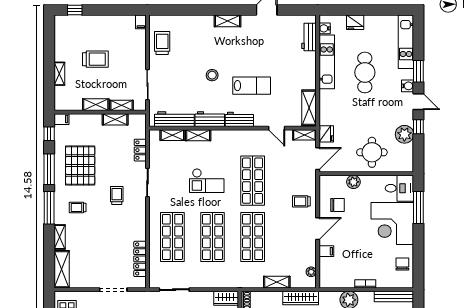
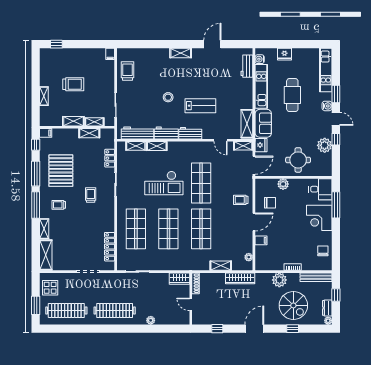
sofa: (329, 107) -> (263, 123), added
checkout: (207, 181) -> (164, 183), width x1.36, depth x1.21
corner desk: (392, 223) -> (319, 218), width x0.74, depth x0.74

